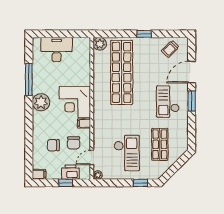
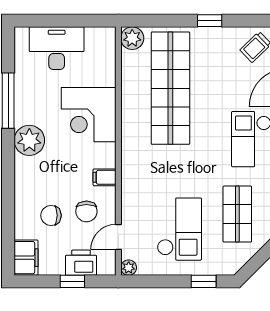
corner desk: (75, 102) -> (89, 115), moved
filing cabinet: (39, 174) -> (26, 258), width x2.00

